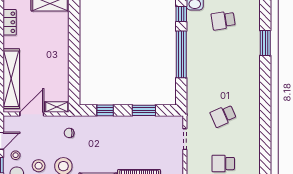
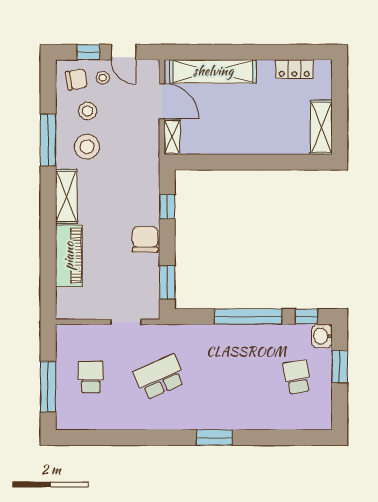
window: (265, 43) -> (214, 438), moved
window: (144, 110) -> (167, 283), moved
school desk: (223, 116) -> (159, 377), width x1.85
chair: (69, 133) -> (145, 239), moved, width x1.87, depth x1.87

